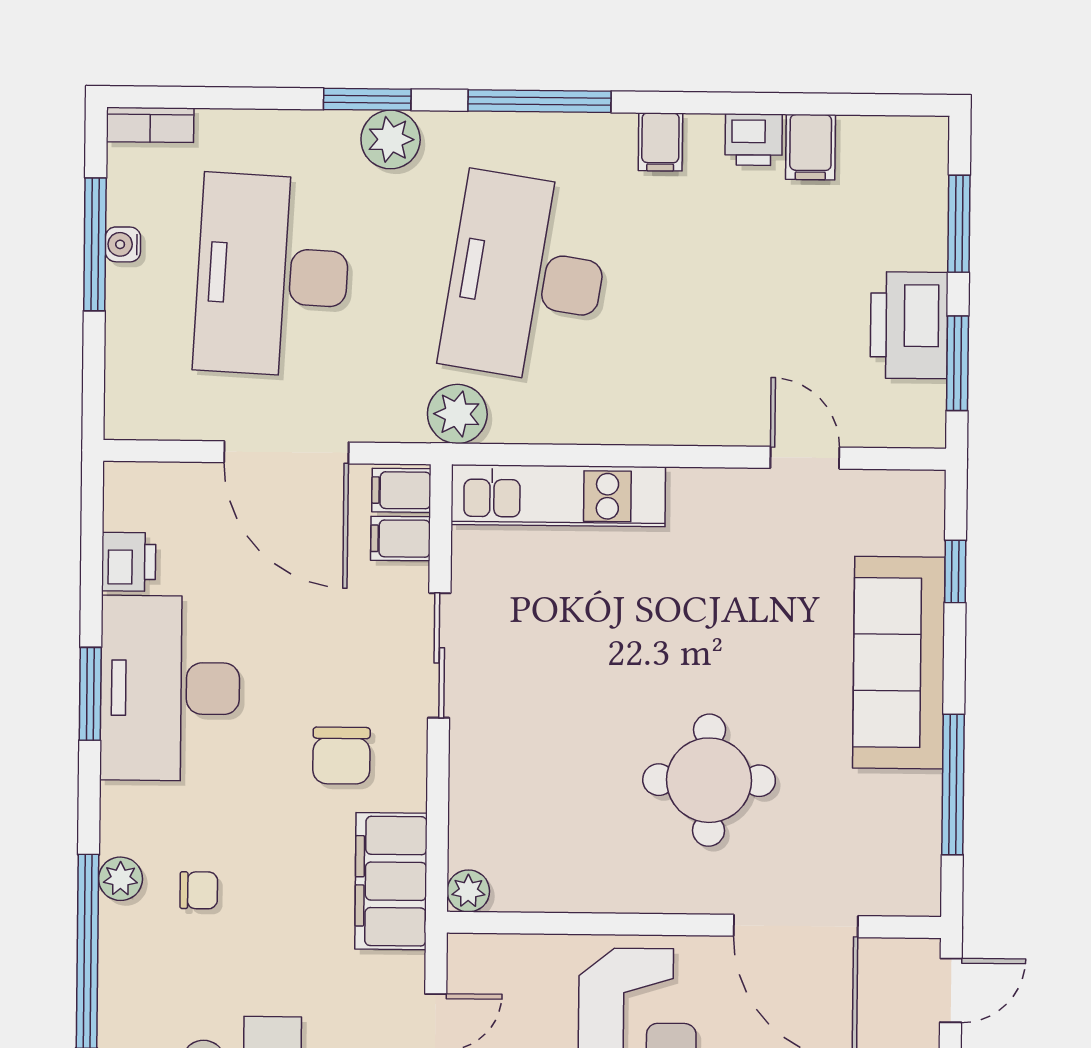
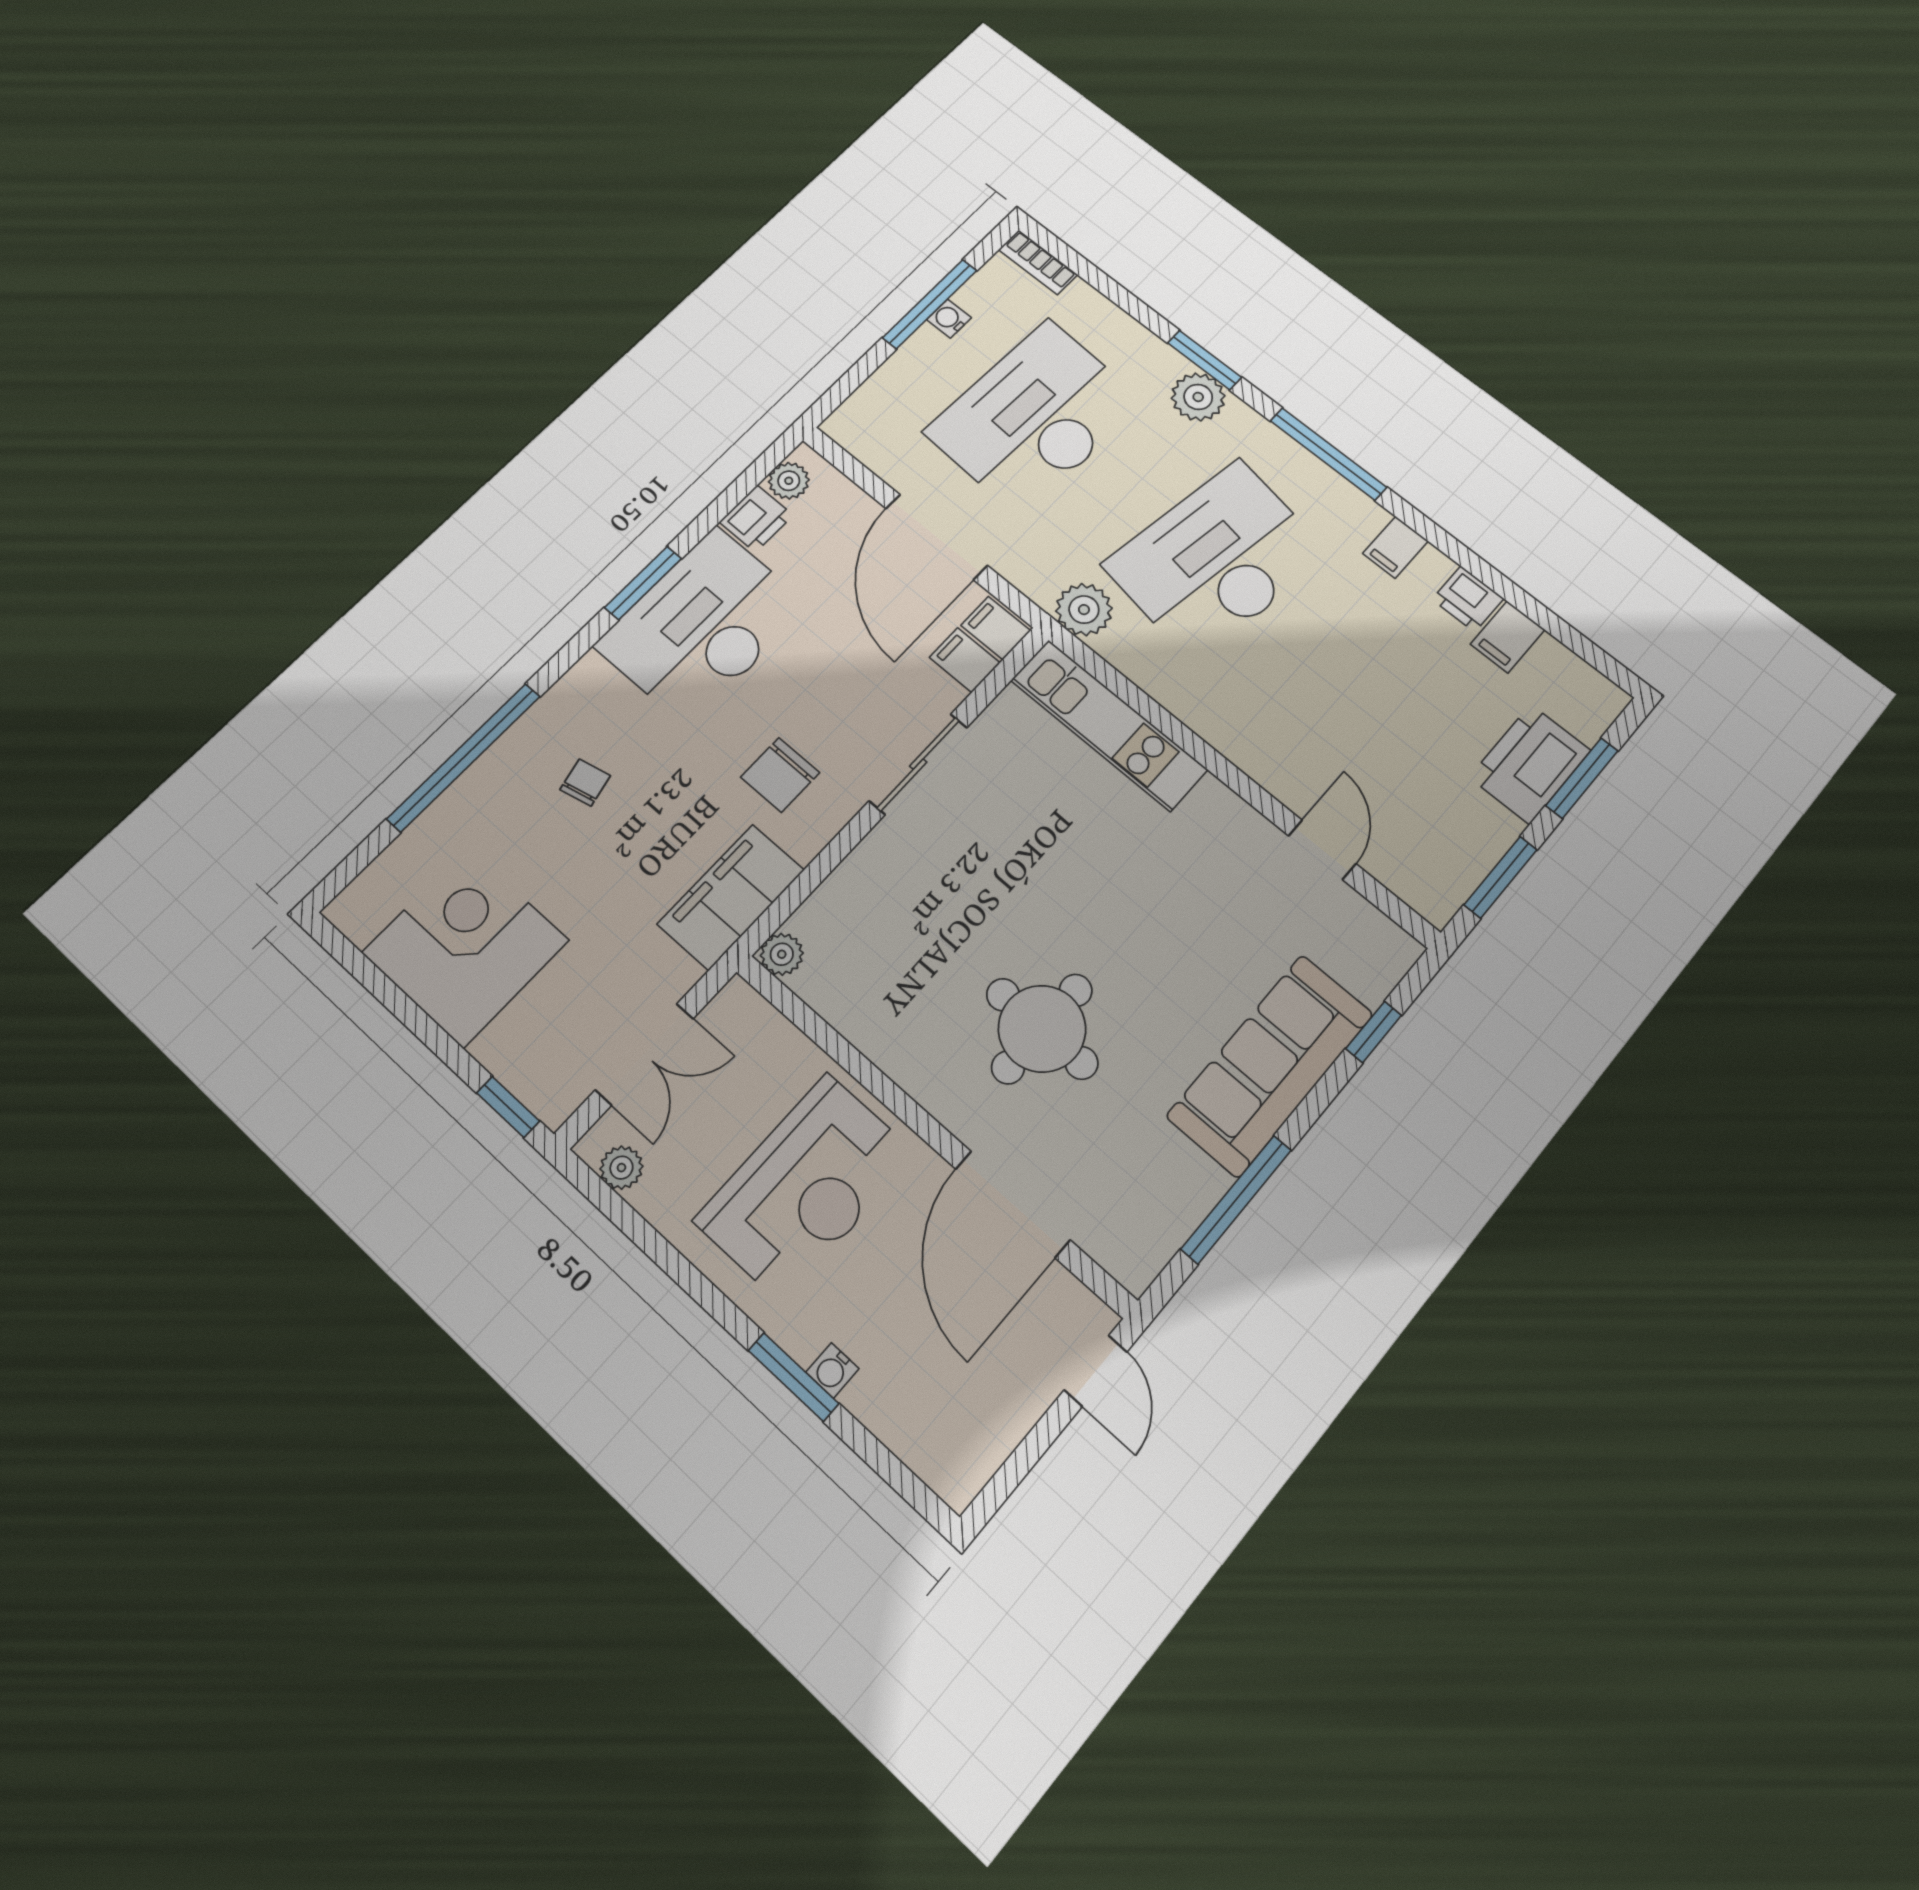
printer: (909, 325) -> (1530, 764), moved
plant: (121, 879) -> (789, 481), moved
chair: (199, 890) -> (585, 783), turned -103
door: (951, 990) -> (1096, 1371), hinge flipped

